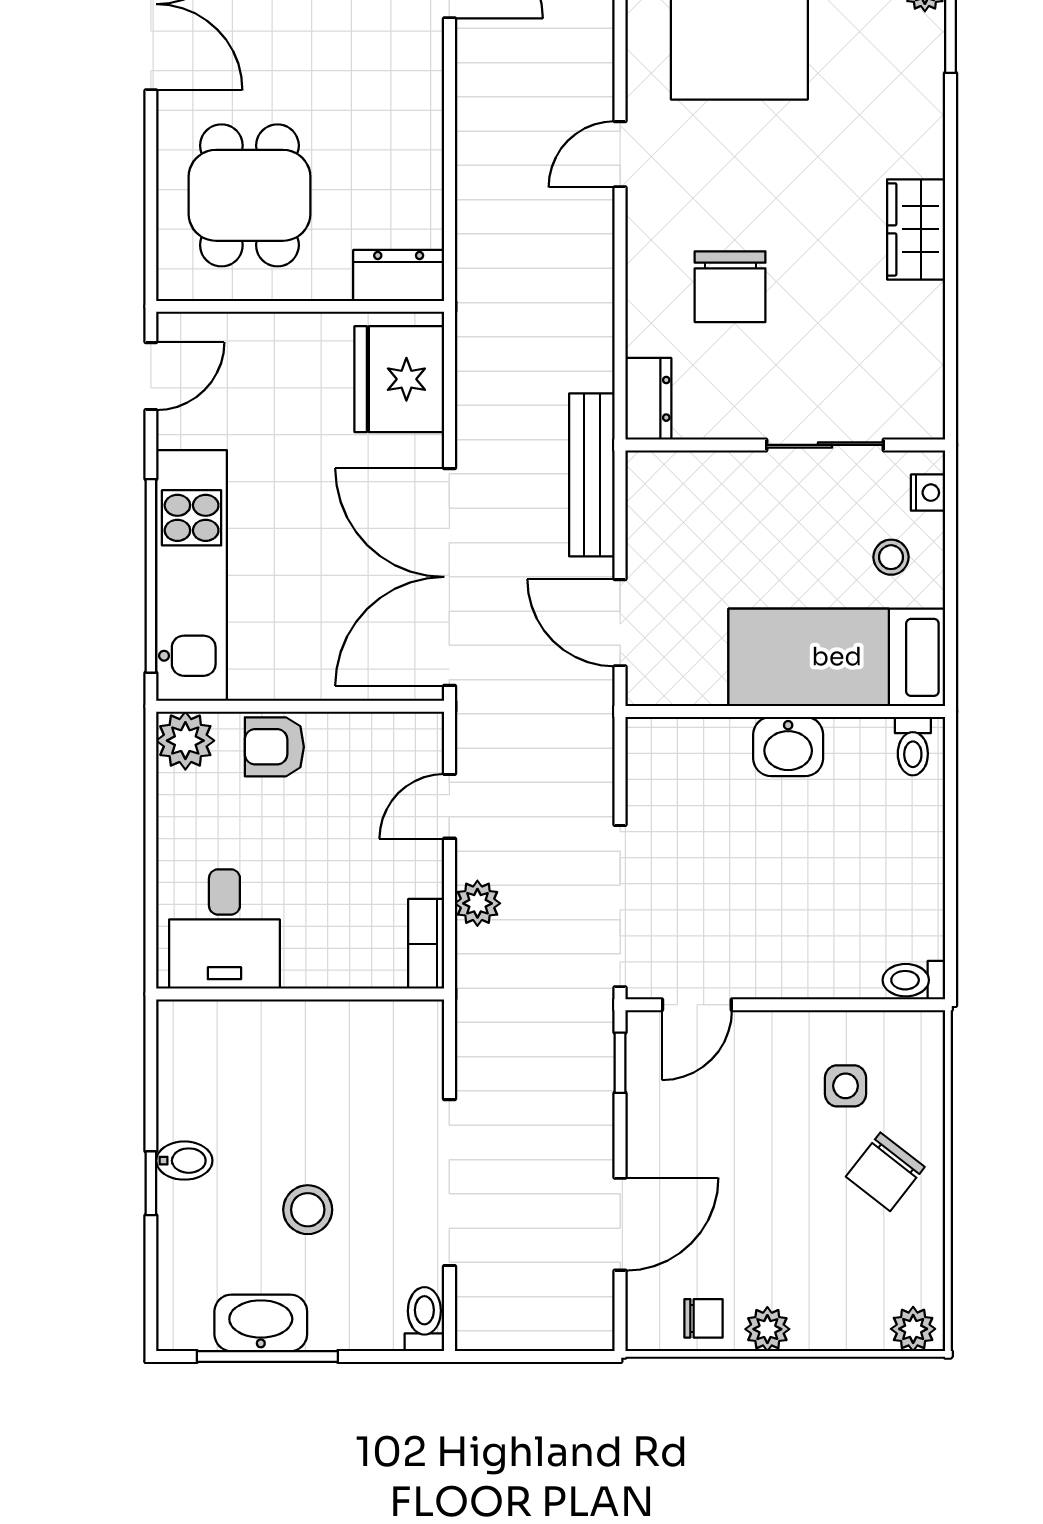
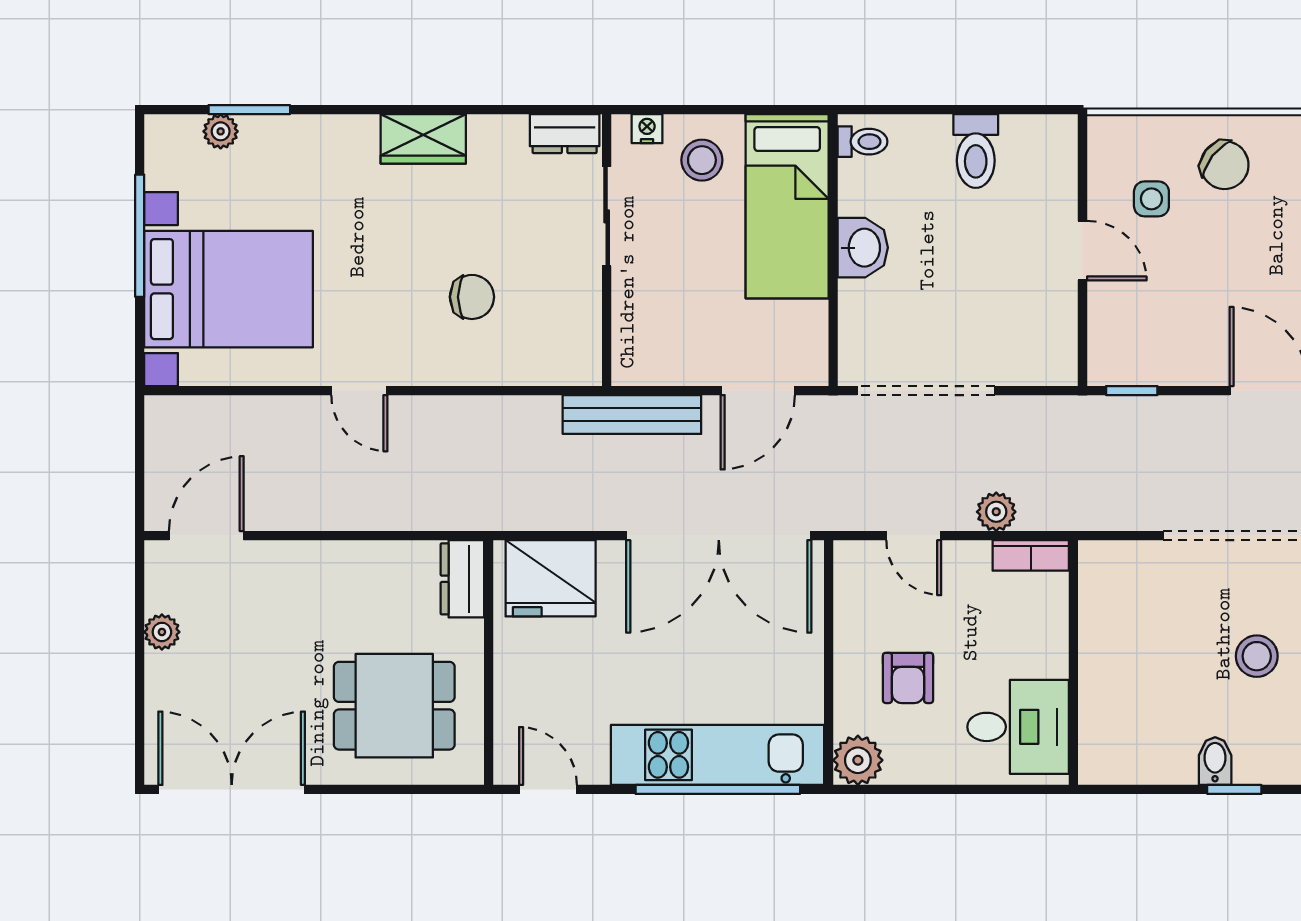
chair: (730, 287) -> (472, 297), width x0.73, depth x0.73
dresser: (648, 399) -> (565, 134), moved, turned 180
stool: (891, 557) -> (702, 160), width x1.37, depth x1.37
armchair: (274, 747) -> (908, 678), moved
doorway: (620, 906) -> (926, 391), moved
toilet: (914, 980) -> (976, 151), moved, width x1.37, depth x1.39
door: (697, 1005) -> (1082, 251), moved

